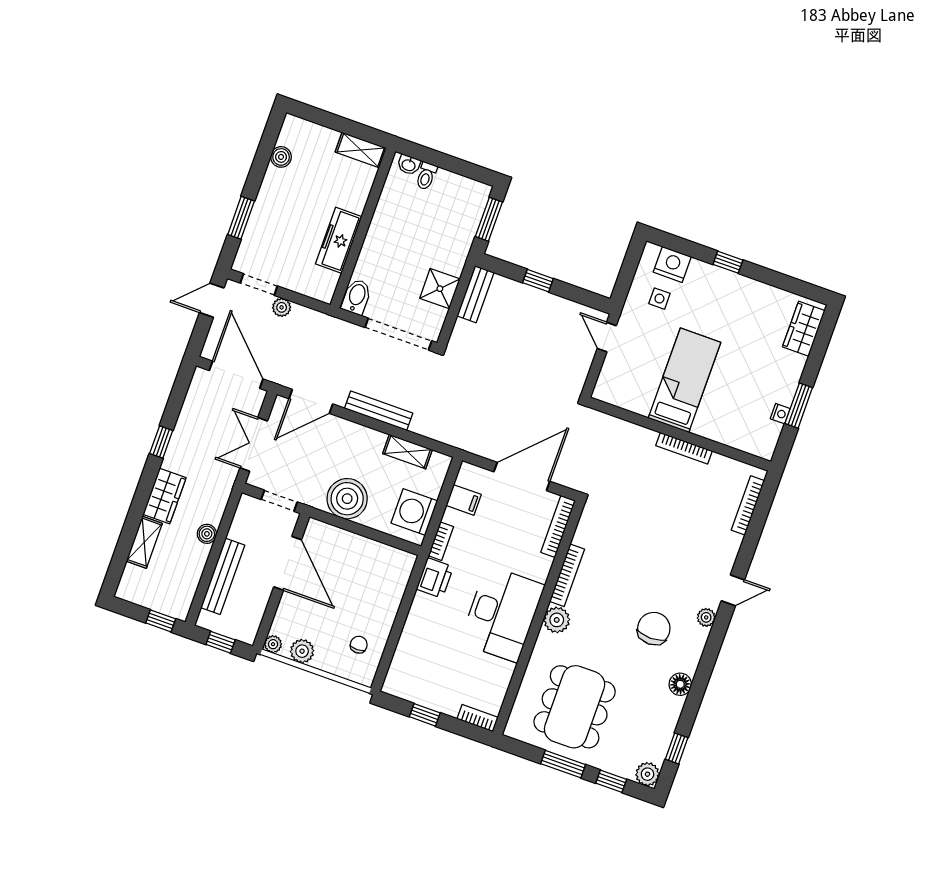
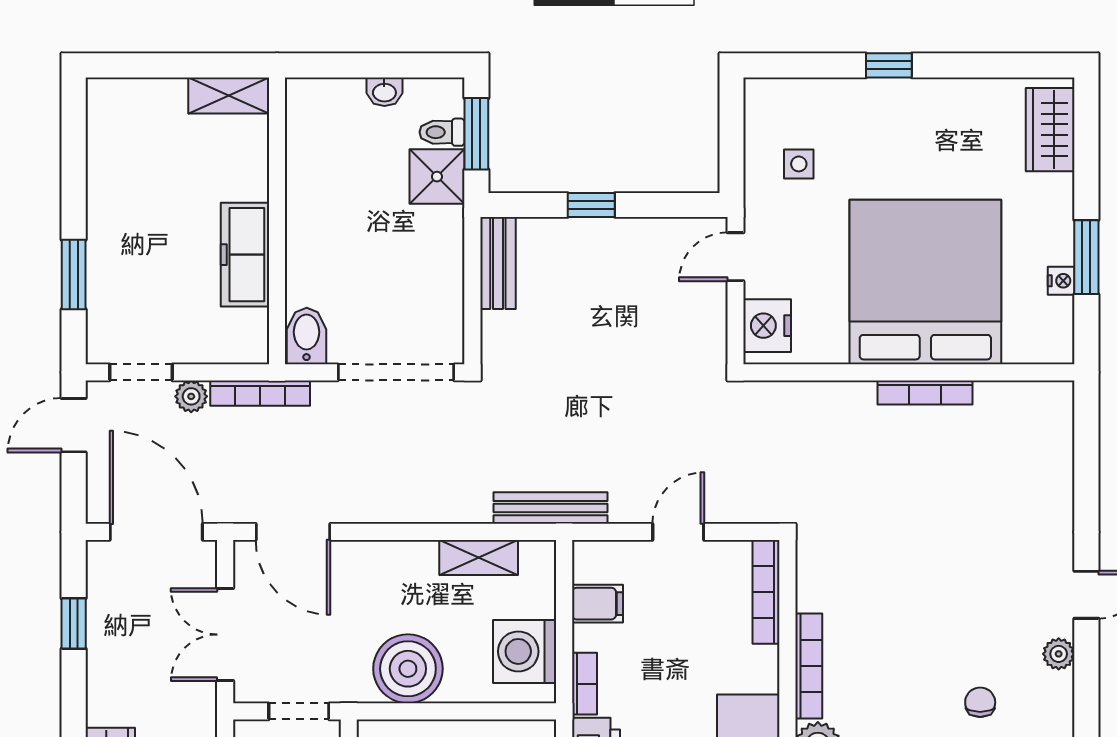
boiler: (281, 157) -> (103, 153), removed
washbasin: (409, 165) -> (384, 92), moved
toilet: (426, 176) -> (442, 132), moved, turned 90
nightstand: (672, 264) -> (767, 326), moved, turned -90
shower: (440, 289) -> (437, 177), moved
door: (607, 337) -> (736, 257), hinge flipped
bed: (684, 380) -> (925, 282), width x2.04
door: (311, 401) -> (293, 532), hinge flipped
bench: (379, 411) -> (551, 508), moved
window: (161, 442) -> (74, 624), moved
door: (522, 476) -> (678, 532), width x0.53
bookcase: (748, 505) -> (260, 393), moved, turned -90
chair: (654, 629) -> (980, 702), width x0.54, depth x0.54

